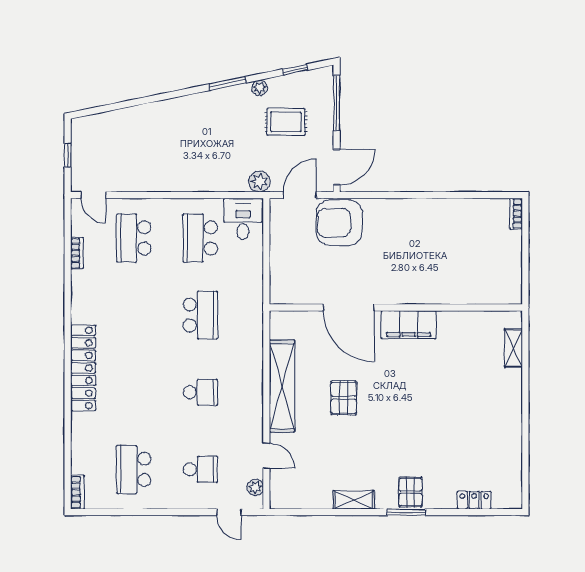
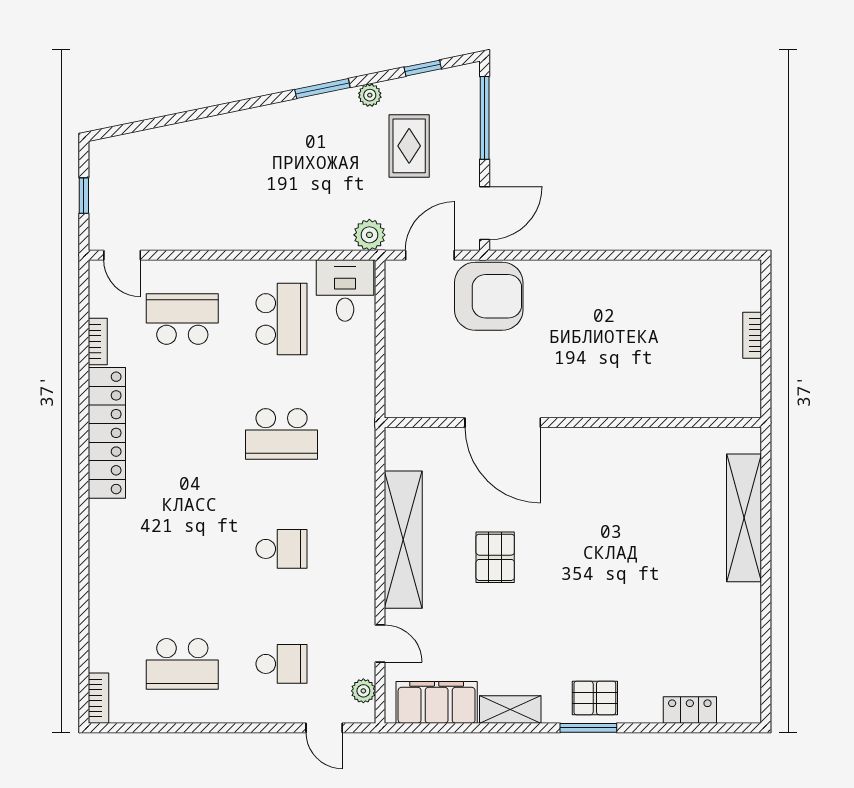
rug: (286, 122) -> (409, 146), turned 90
bookcase: (516, 214) -> (752, 335), moved
armchair: (339, 223) -> (489, 296), turned 180
school desk: (134, 238) -> (182, 319), turned 90
school desk: (200, 238) -> (282, 319), turned 180
school desk: (200, 315) -> (282, 434), turned 90
filing cabinet: (409, 325) -> (437, 702), moved, turned 180
shelving: (513, 348) -> (744, 518), width x2.20, depth x1.33
locker: (83, 368) -> (107, 433), moved
school desk: (134, 469) -> (182, 664), turned -90
pallet: (410, 492) -> (595, 698), turned 90

